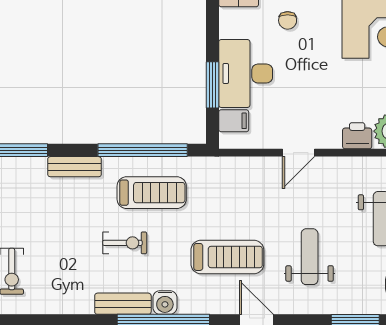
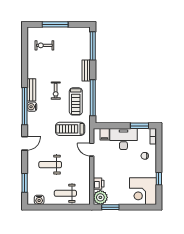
window: (213, 85) -> (140, 126), moved
door: (299, 153) -> (92, 150), moved
treadmill: (227, 257) -> (70, 129), moved, turned 90
weight bench: (310, 257) -> (50, 165), turned 180

